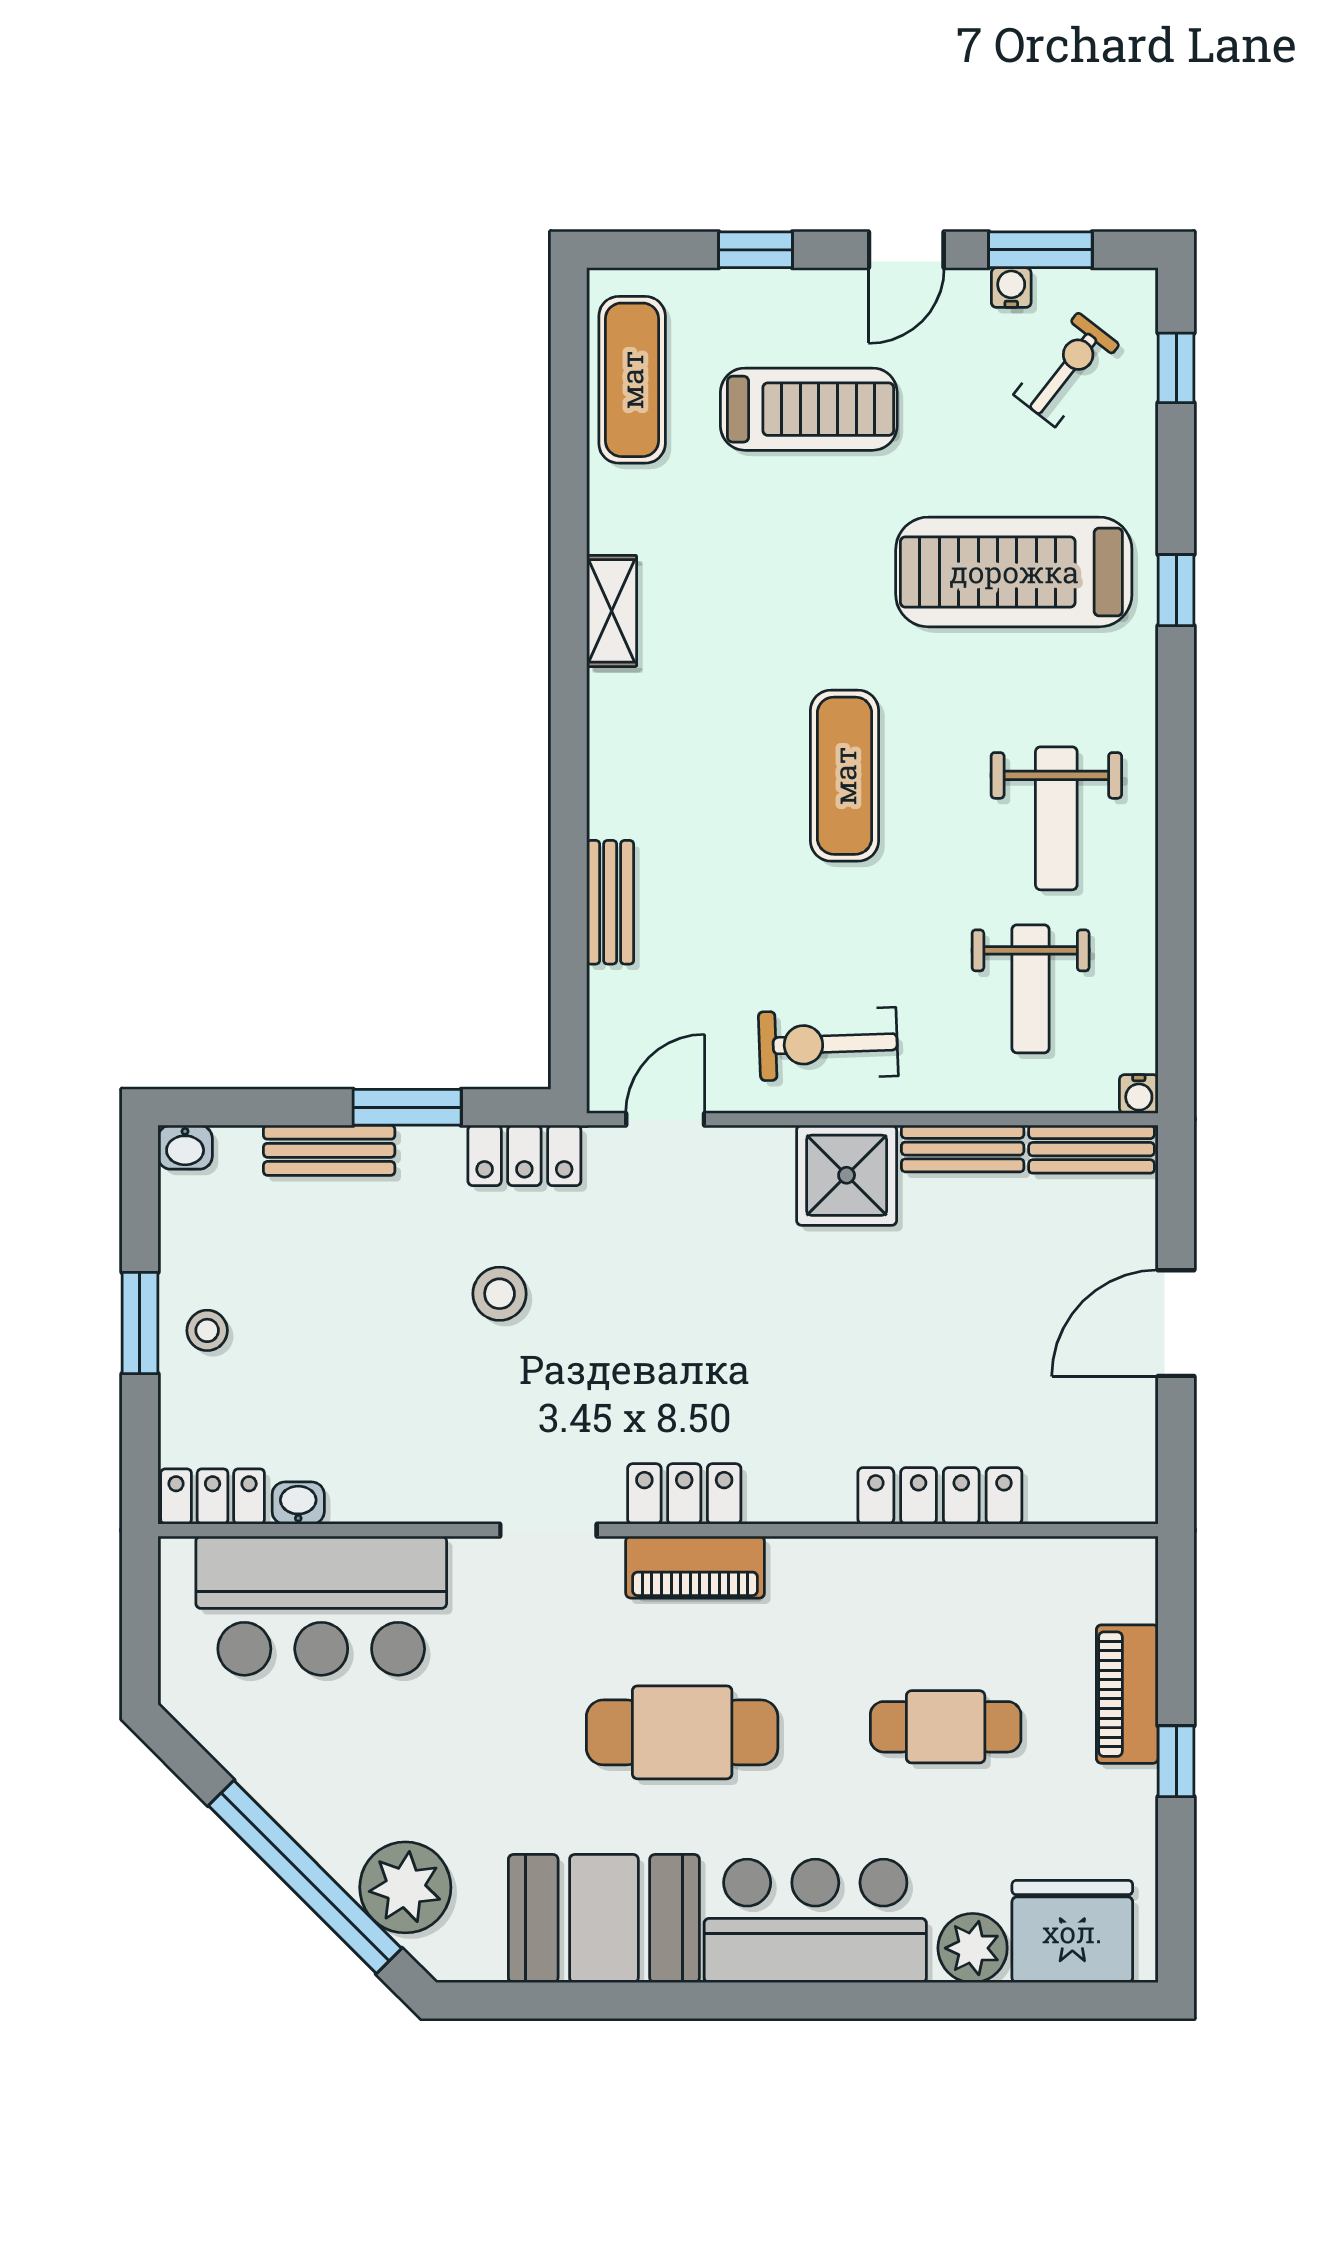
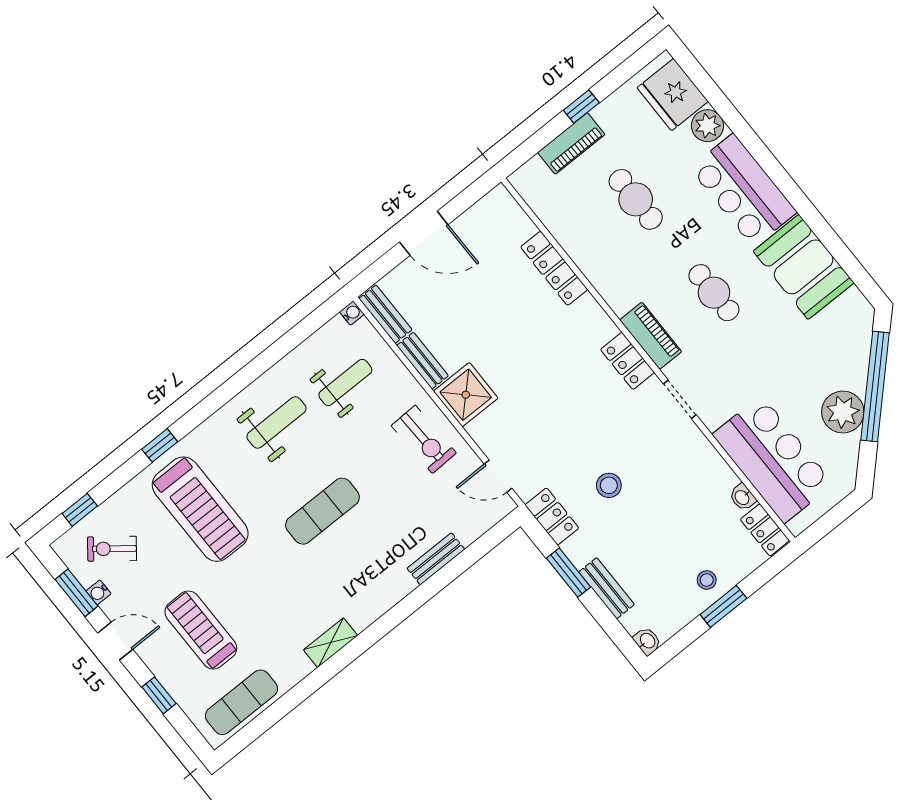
cafe table: (682, 1732) -> (714, 293), width x0.73, depth x0.74
plant: (405, 1887) -> (843, 412), moved

